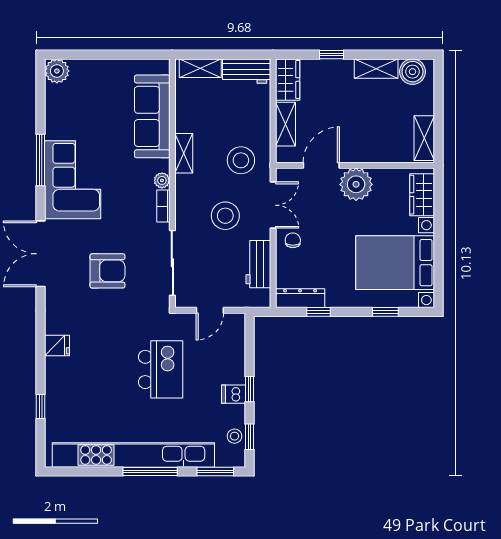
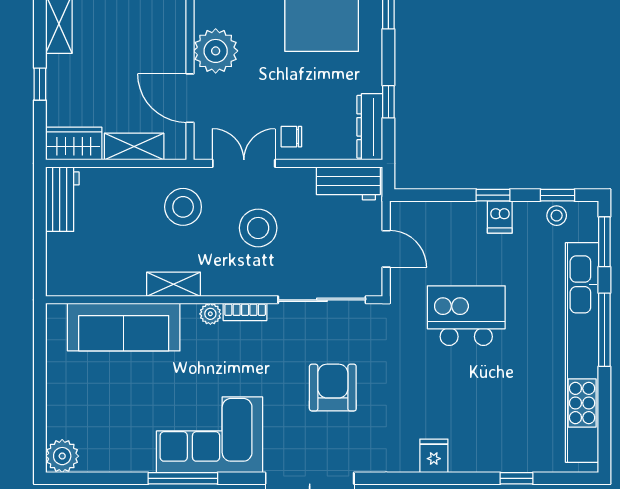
shelving: (200, 68) -> (58, 262), removed
workbench: (258, 264) -> (348, 183), moved

